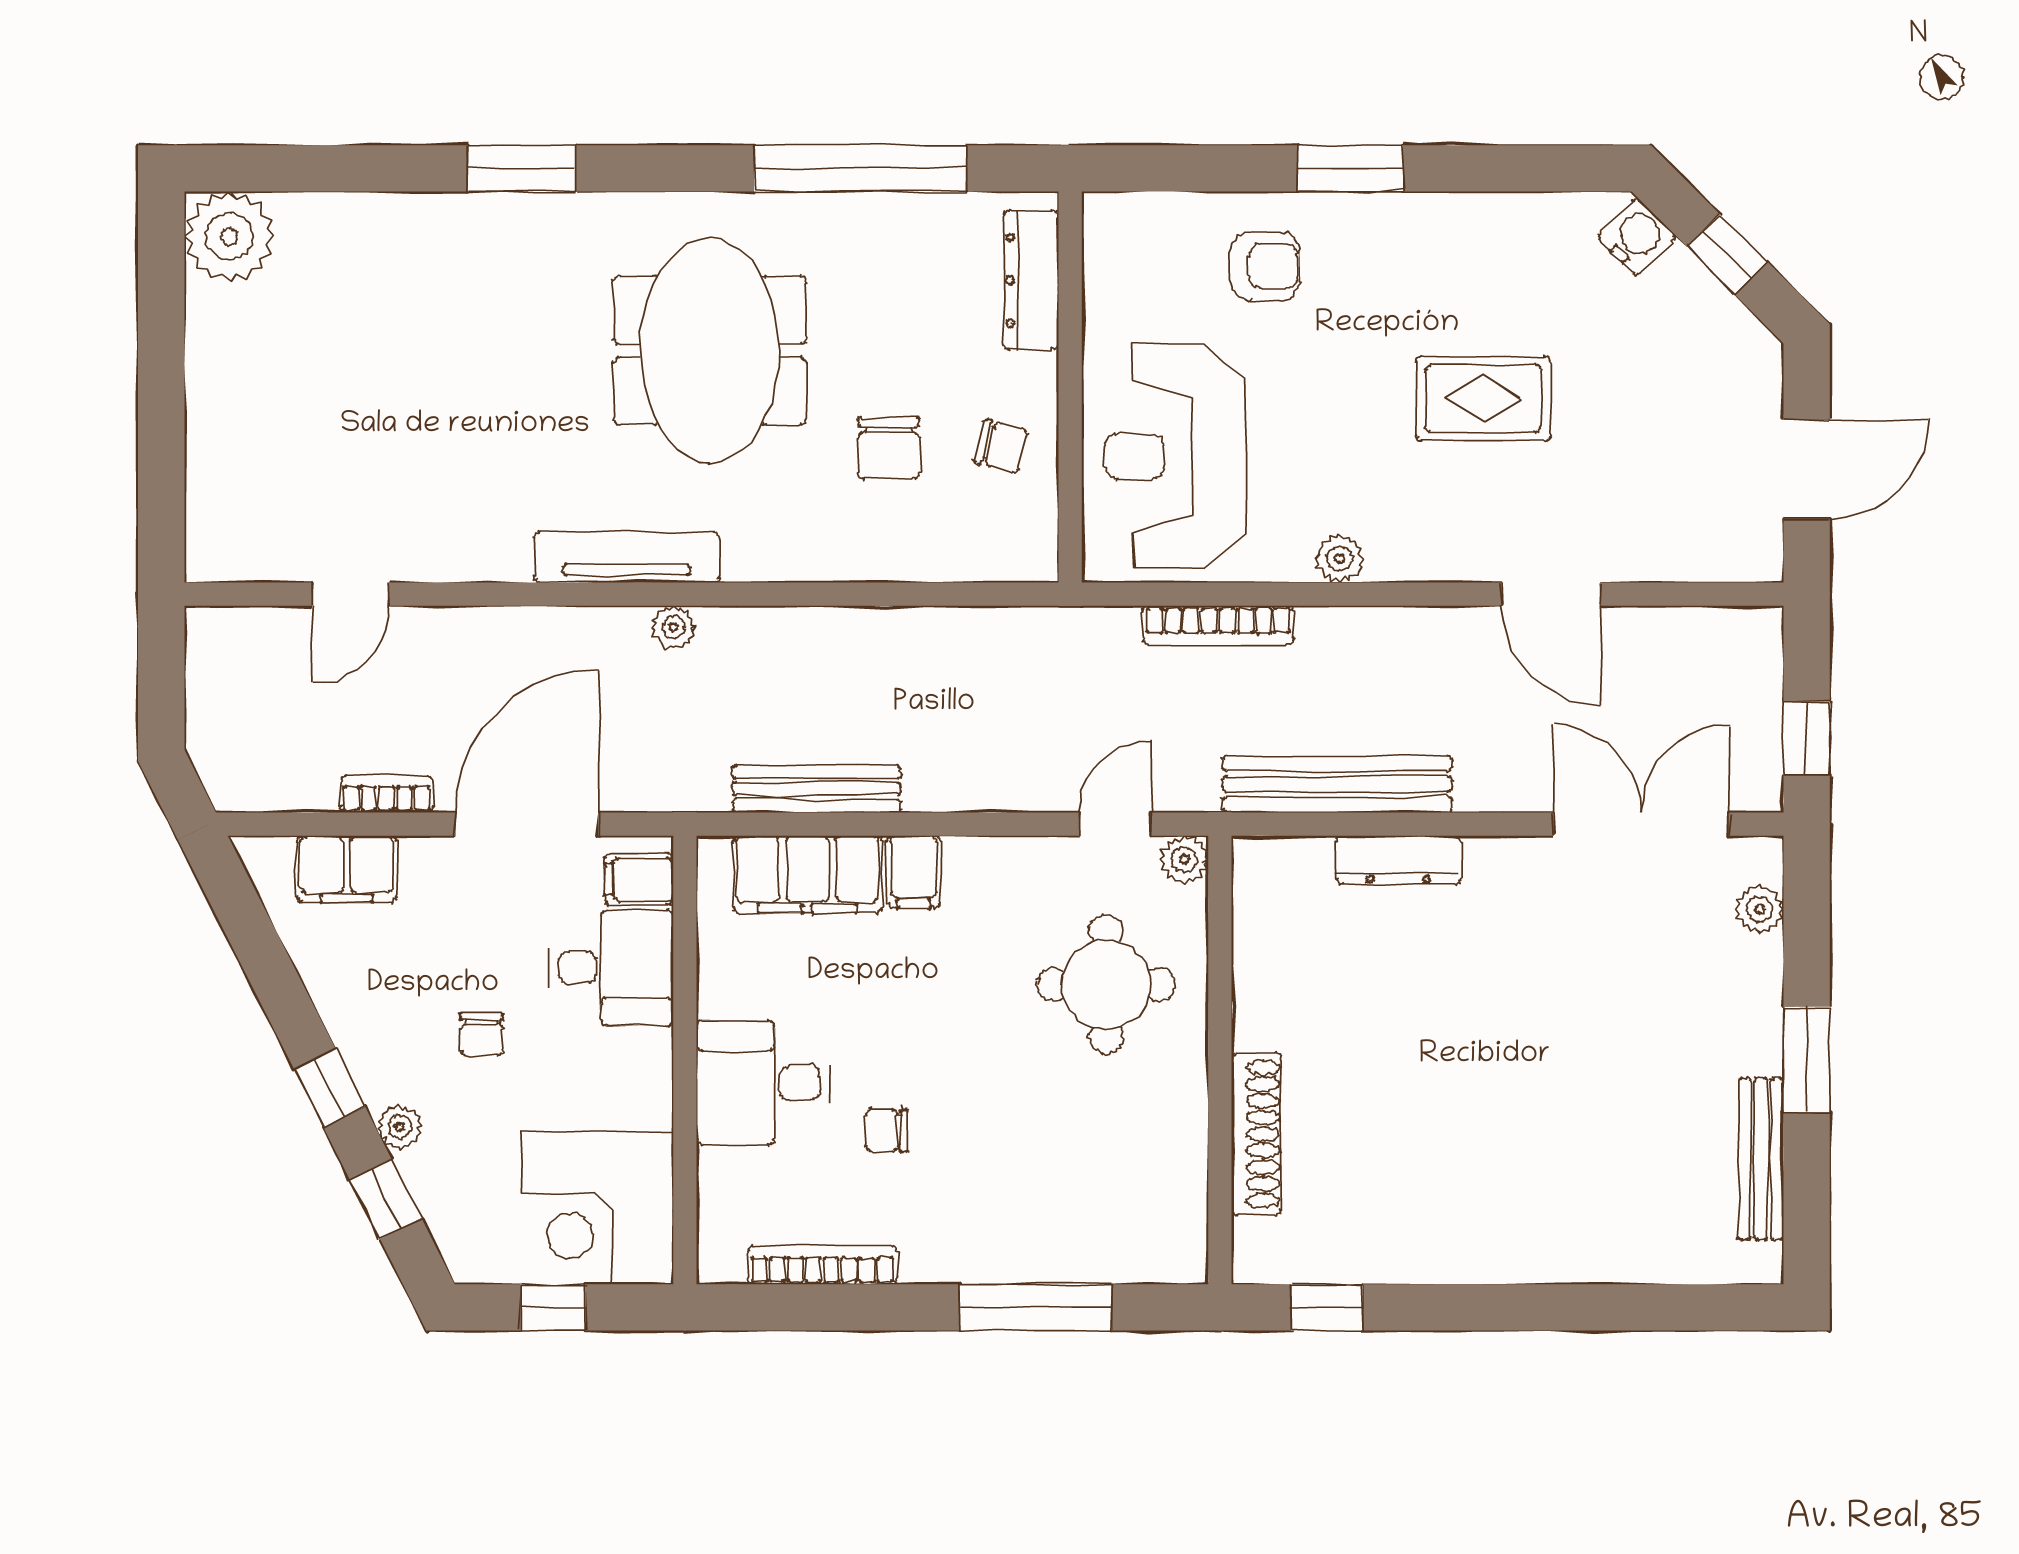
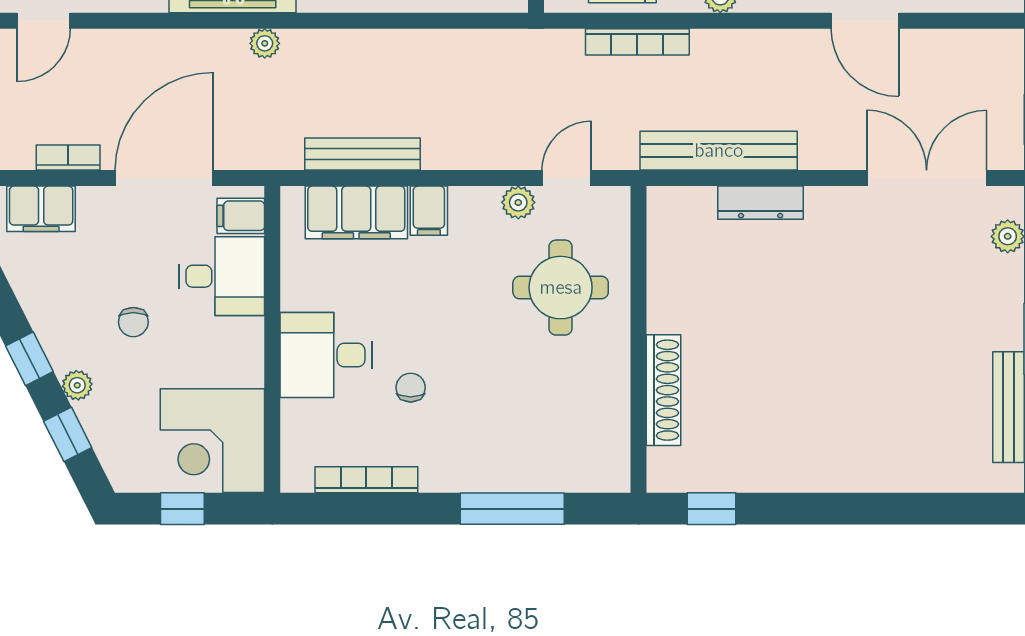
plant: (1184, 860) -> (518, 202), moved
chair: (887, 1130) -> (411, 388), turned 90

